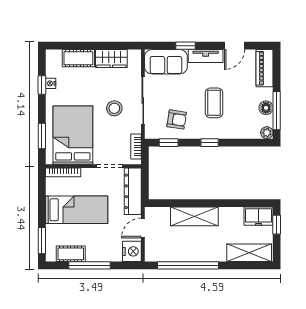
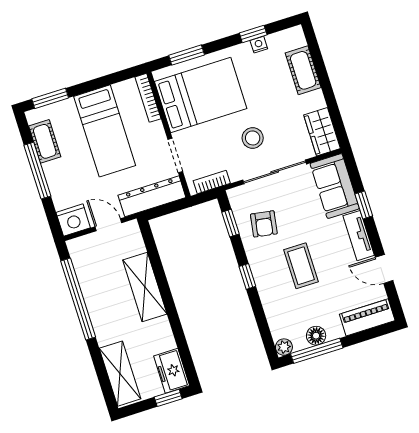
wardrobe: (111, 59) -> (322, 132), moved
coffee table: (214, 103) -> (301, 266), turned 90

